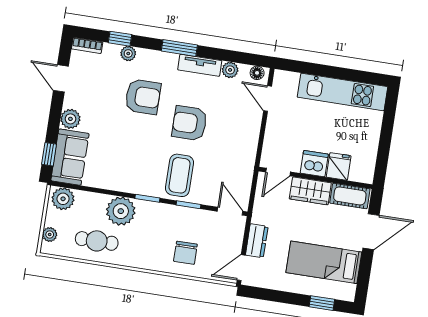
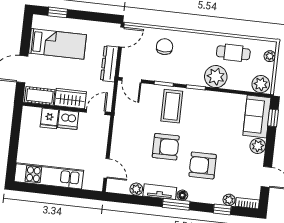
plant: (128, 53) -> (229, 200), moved
floor lamp: (257, 73) -> (182, 195), moved
dresser: (257, 241) -> (109, 64), width x1.44

